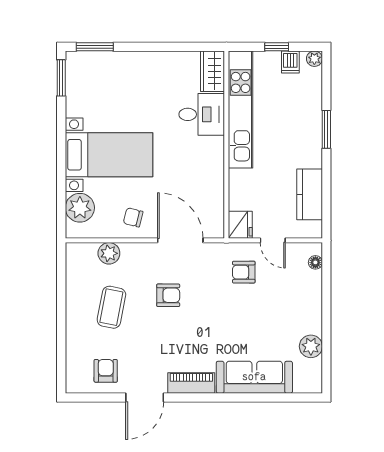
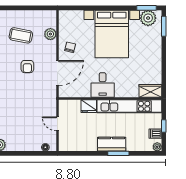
desk: (202, 114) -> (103, 85), moved
bed with nightstands: (109, 155) -> (112, 34), width x1.36
kitchen counter: (310, 194) -> (112, 144), moved
plant: (80, 208) -> (148, 18), moved
fridge: (240, 225) -> (89, 106), moved
door: (273, 240) -> (57, 124), hinge flipped
armchair: (244, 272) -> (40, 108), removed

